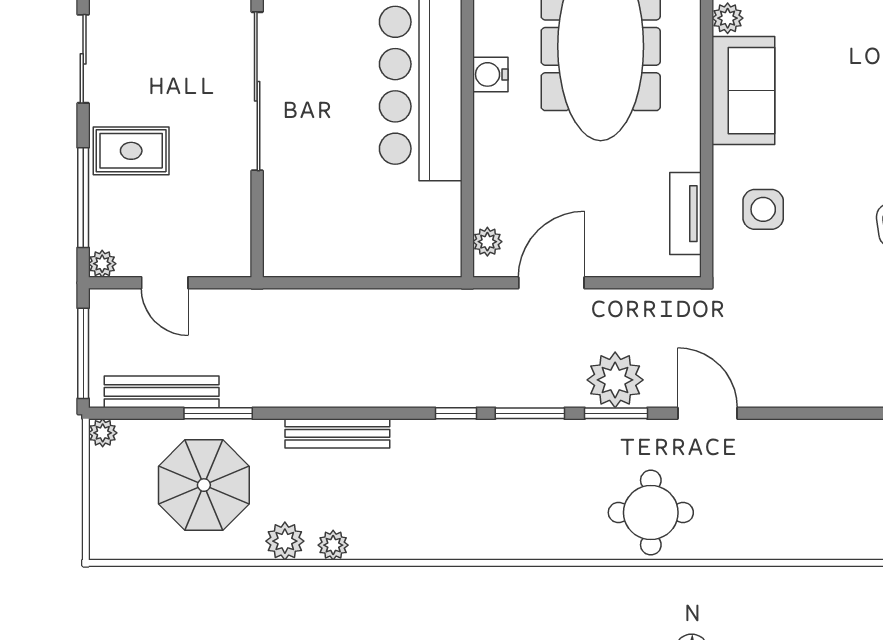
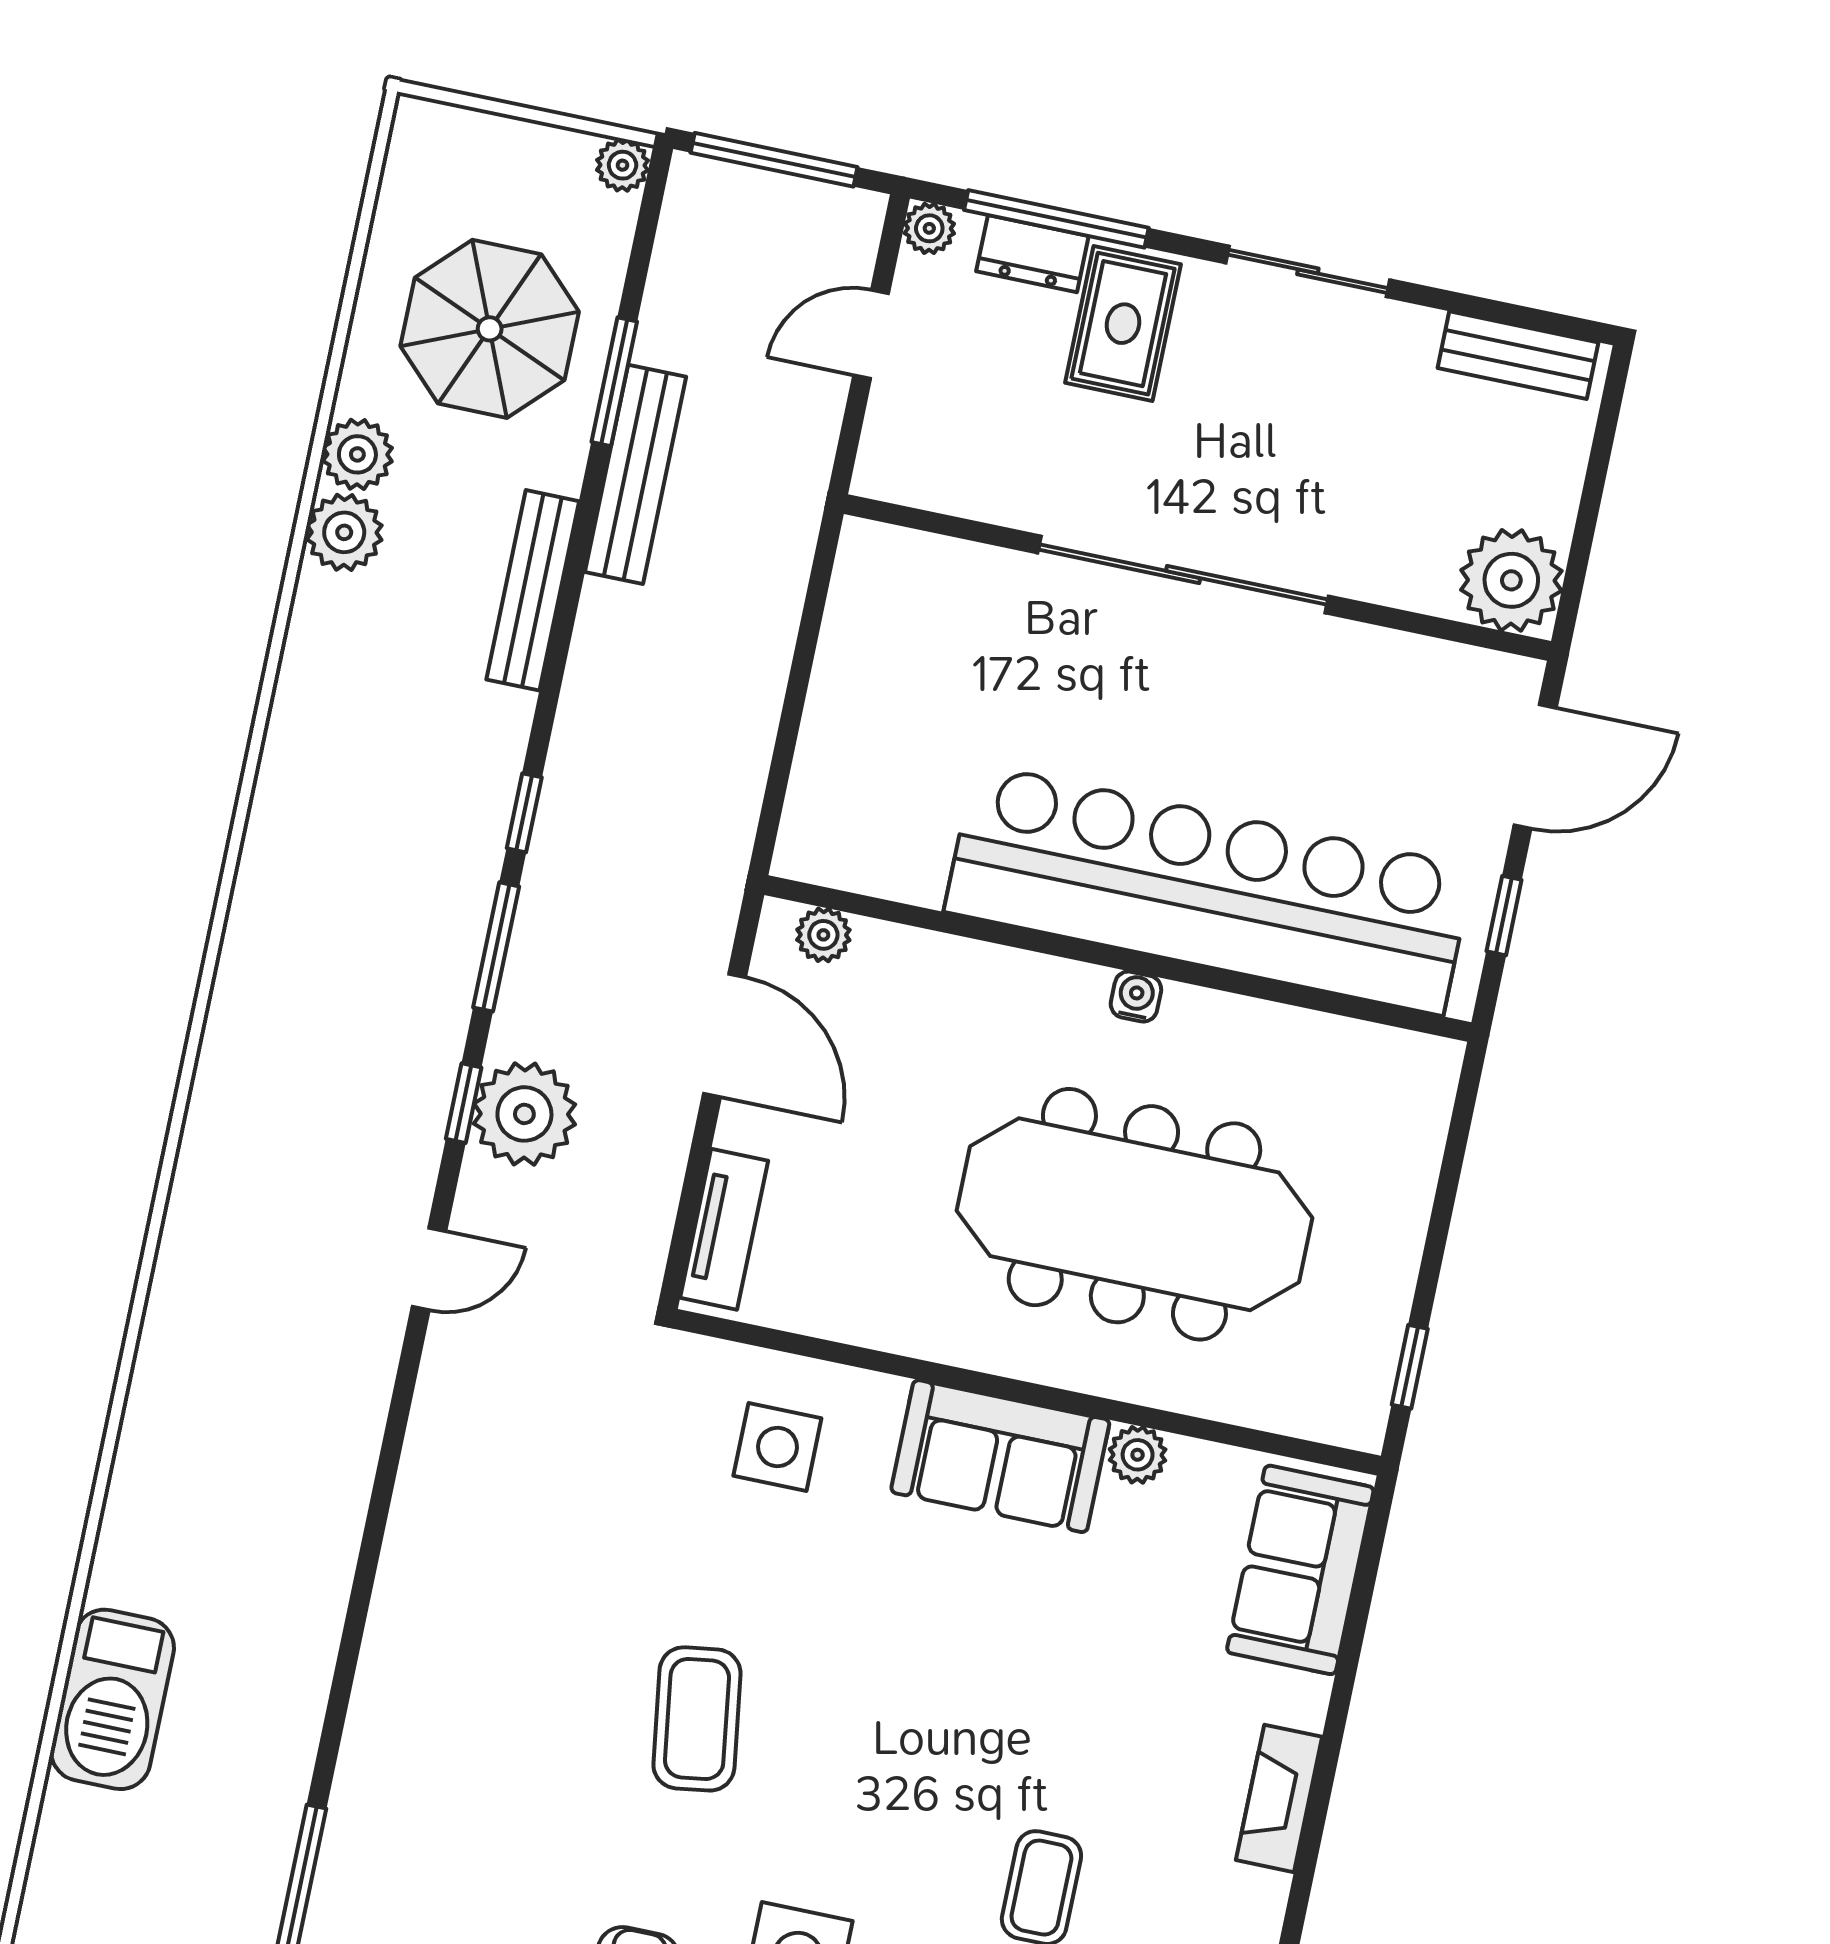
water cooler: (490, 74) -> (1136, 997), width x0.72, depth x0.72
dresser: (104, 206) -> (1032, 254), added
tv unit: (686, 214) -> (724, 1229), moved, turned 90
bench: (162, 392) -> (636, 474), moved
window: (616, 413) -> (464, 1103), width x0.67
door: (708, 413) -> (429, 1269), width x0.73
round table: (651, 513) -> (270, 1129), removed
plant: (333, 545) -> (344, 532), width x1.38, depth x1.38

